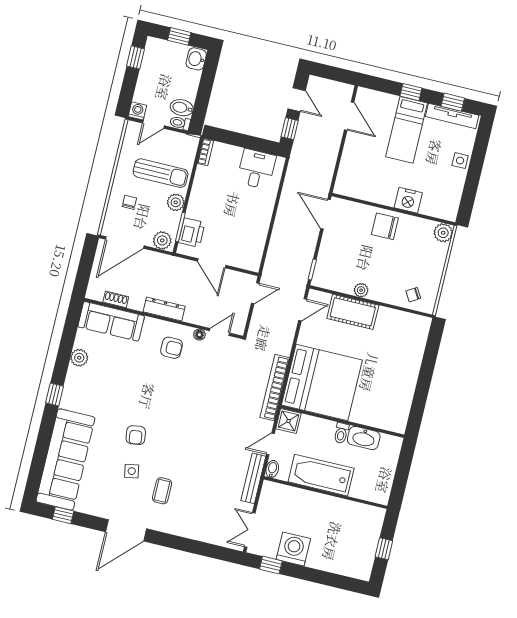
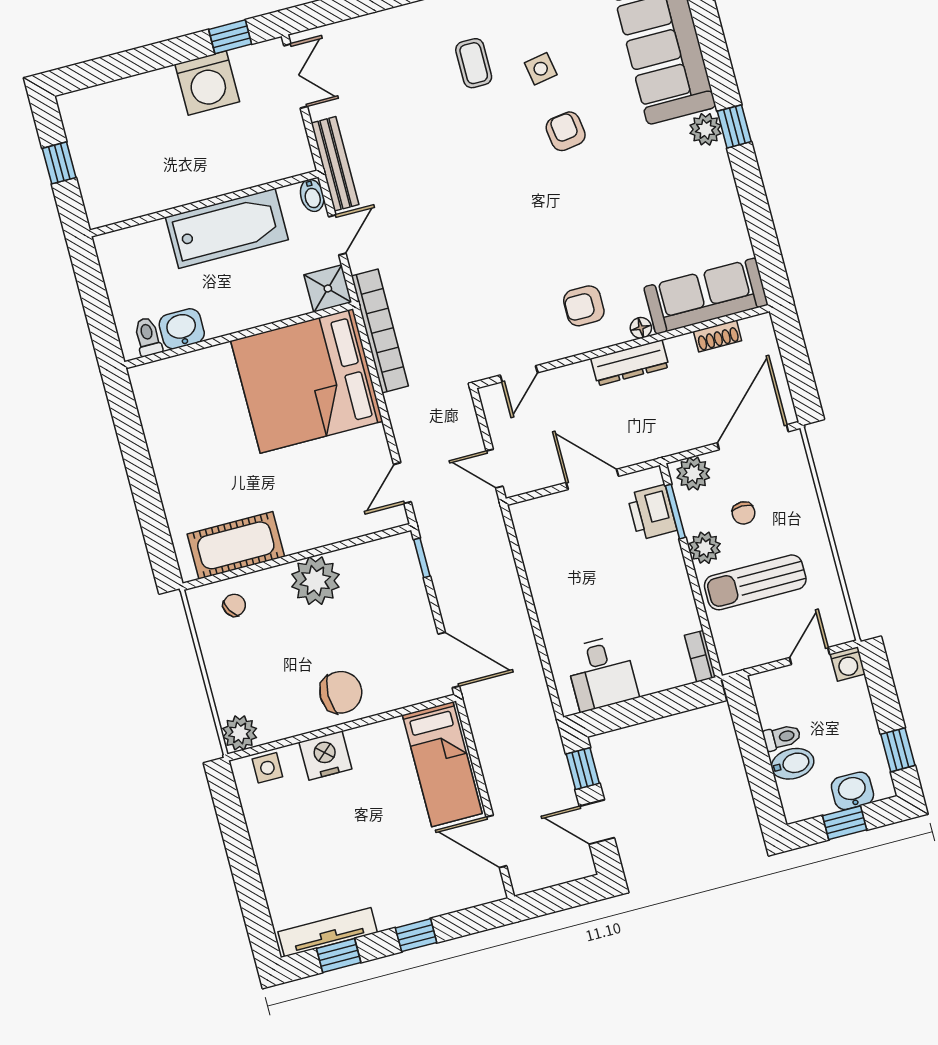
washbasin: (196, 59) -> (852, 791), moved, turned -90
bidet: (182, 108) -> (793, 764), moved
toilet: (180, 123) -> (782, 737), moved
bed: (406, 130) -> (442, 764), moved, turned 180
side table: (460, 161) -> (267, 768), moved
chair: (129, 202) -> (744, 513), moved
plant: (361, 290) -> (315, 581), width x1.88, depth x1.88
door: (255, 293) -> (495, 469), hinge flipped
cot: (353, 312) -> (236, 545), moved
floor lamp: (199, 335) -> (641, 328), moved
plant: (79, 358) -> (706, 129), moved
toilet: (341, 433) -> (148, 337), moved
washbasin: (364, 438) -> (182, 329), width x0.72

